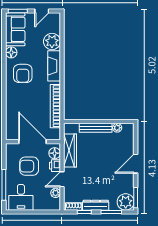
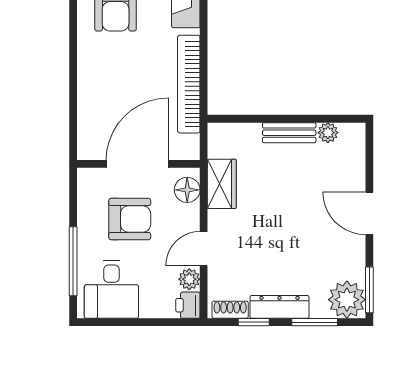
bench: (96, 128) -> (289, 133), width x0.73
door: (33, 142) -> (137, 164), hinge flipped
wardrobe: (70, 151) -> (222, 184), width x0.67
door: (136, 164) -> (369, 213), hinge flipped
armchair: (29, 166) -> (130, 219), turned 180
printer: (55, 166) -> (188, 305), moved

